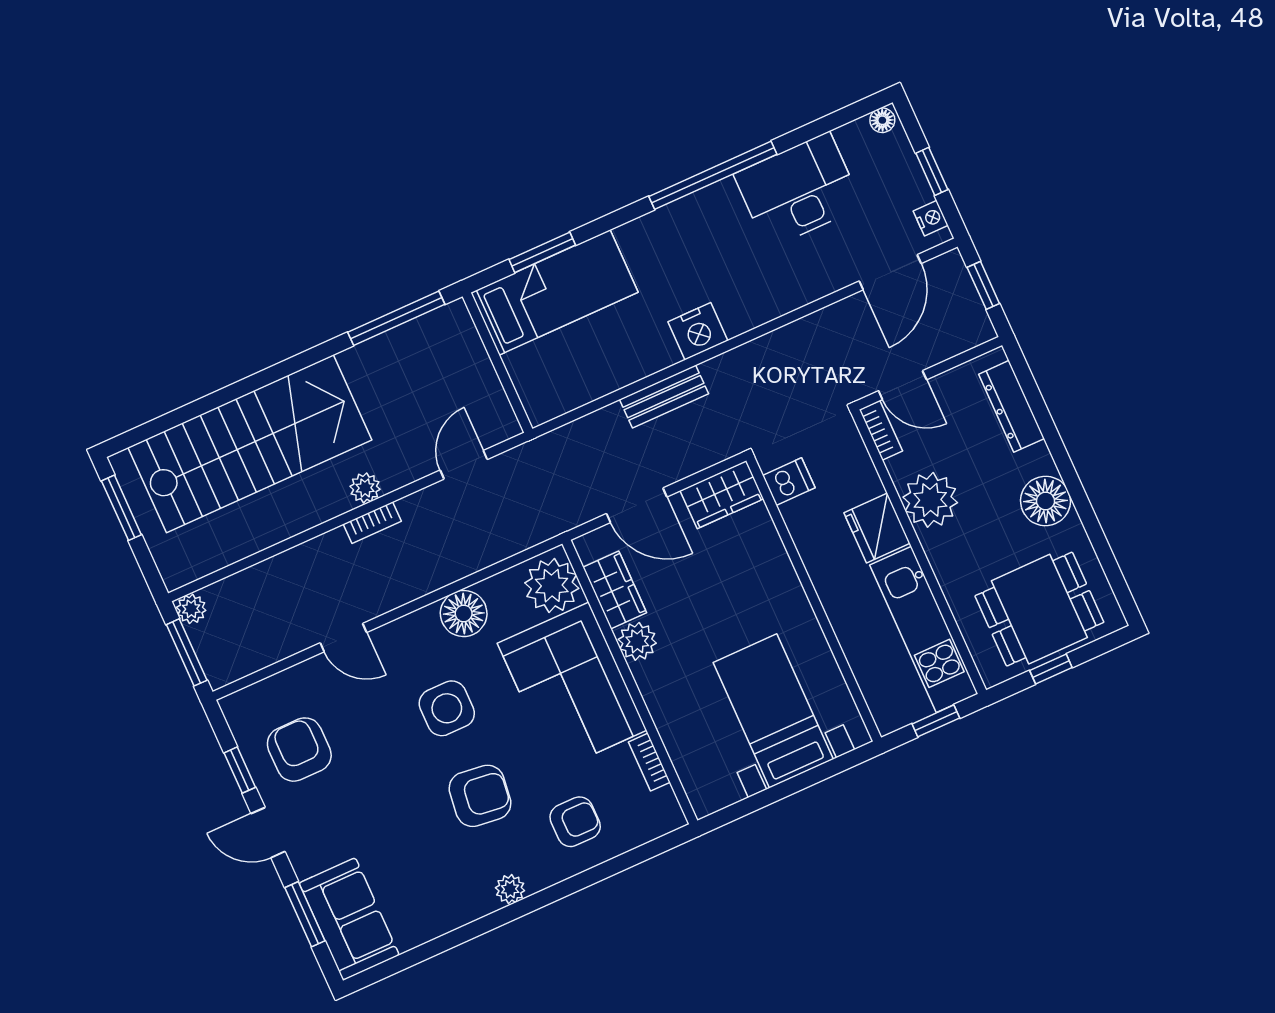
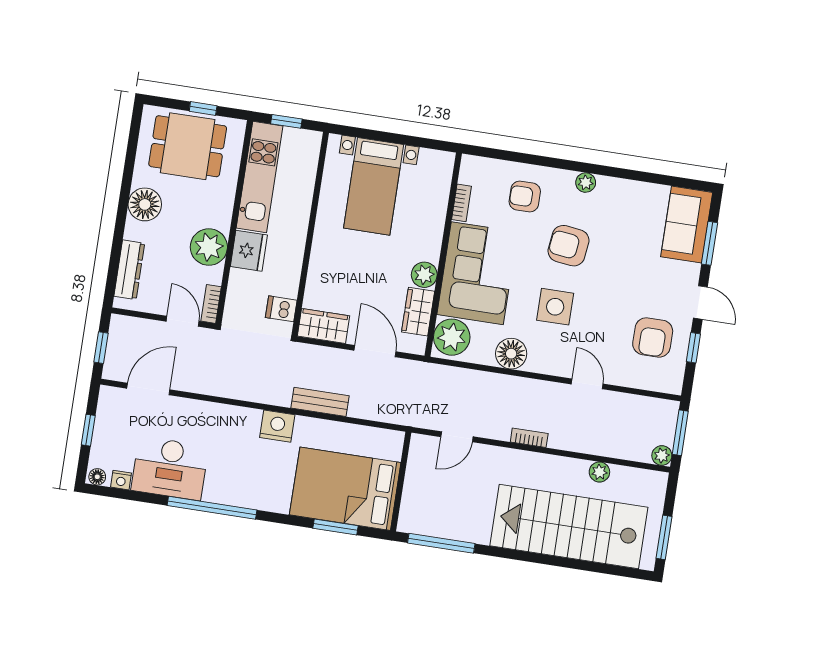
nightstand: (931, 218) -> (121, 480), moved, turned -90
bed: (554, 292) -> (345, 489), width x1.50
plant: (365, 488) -> (599, 472), moved

